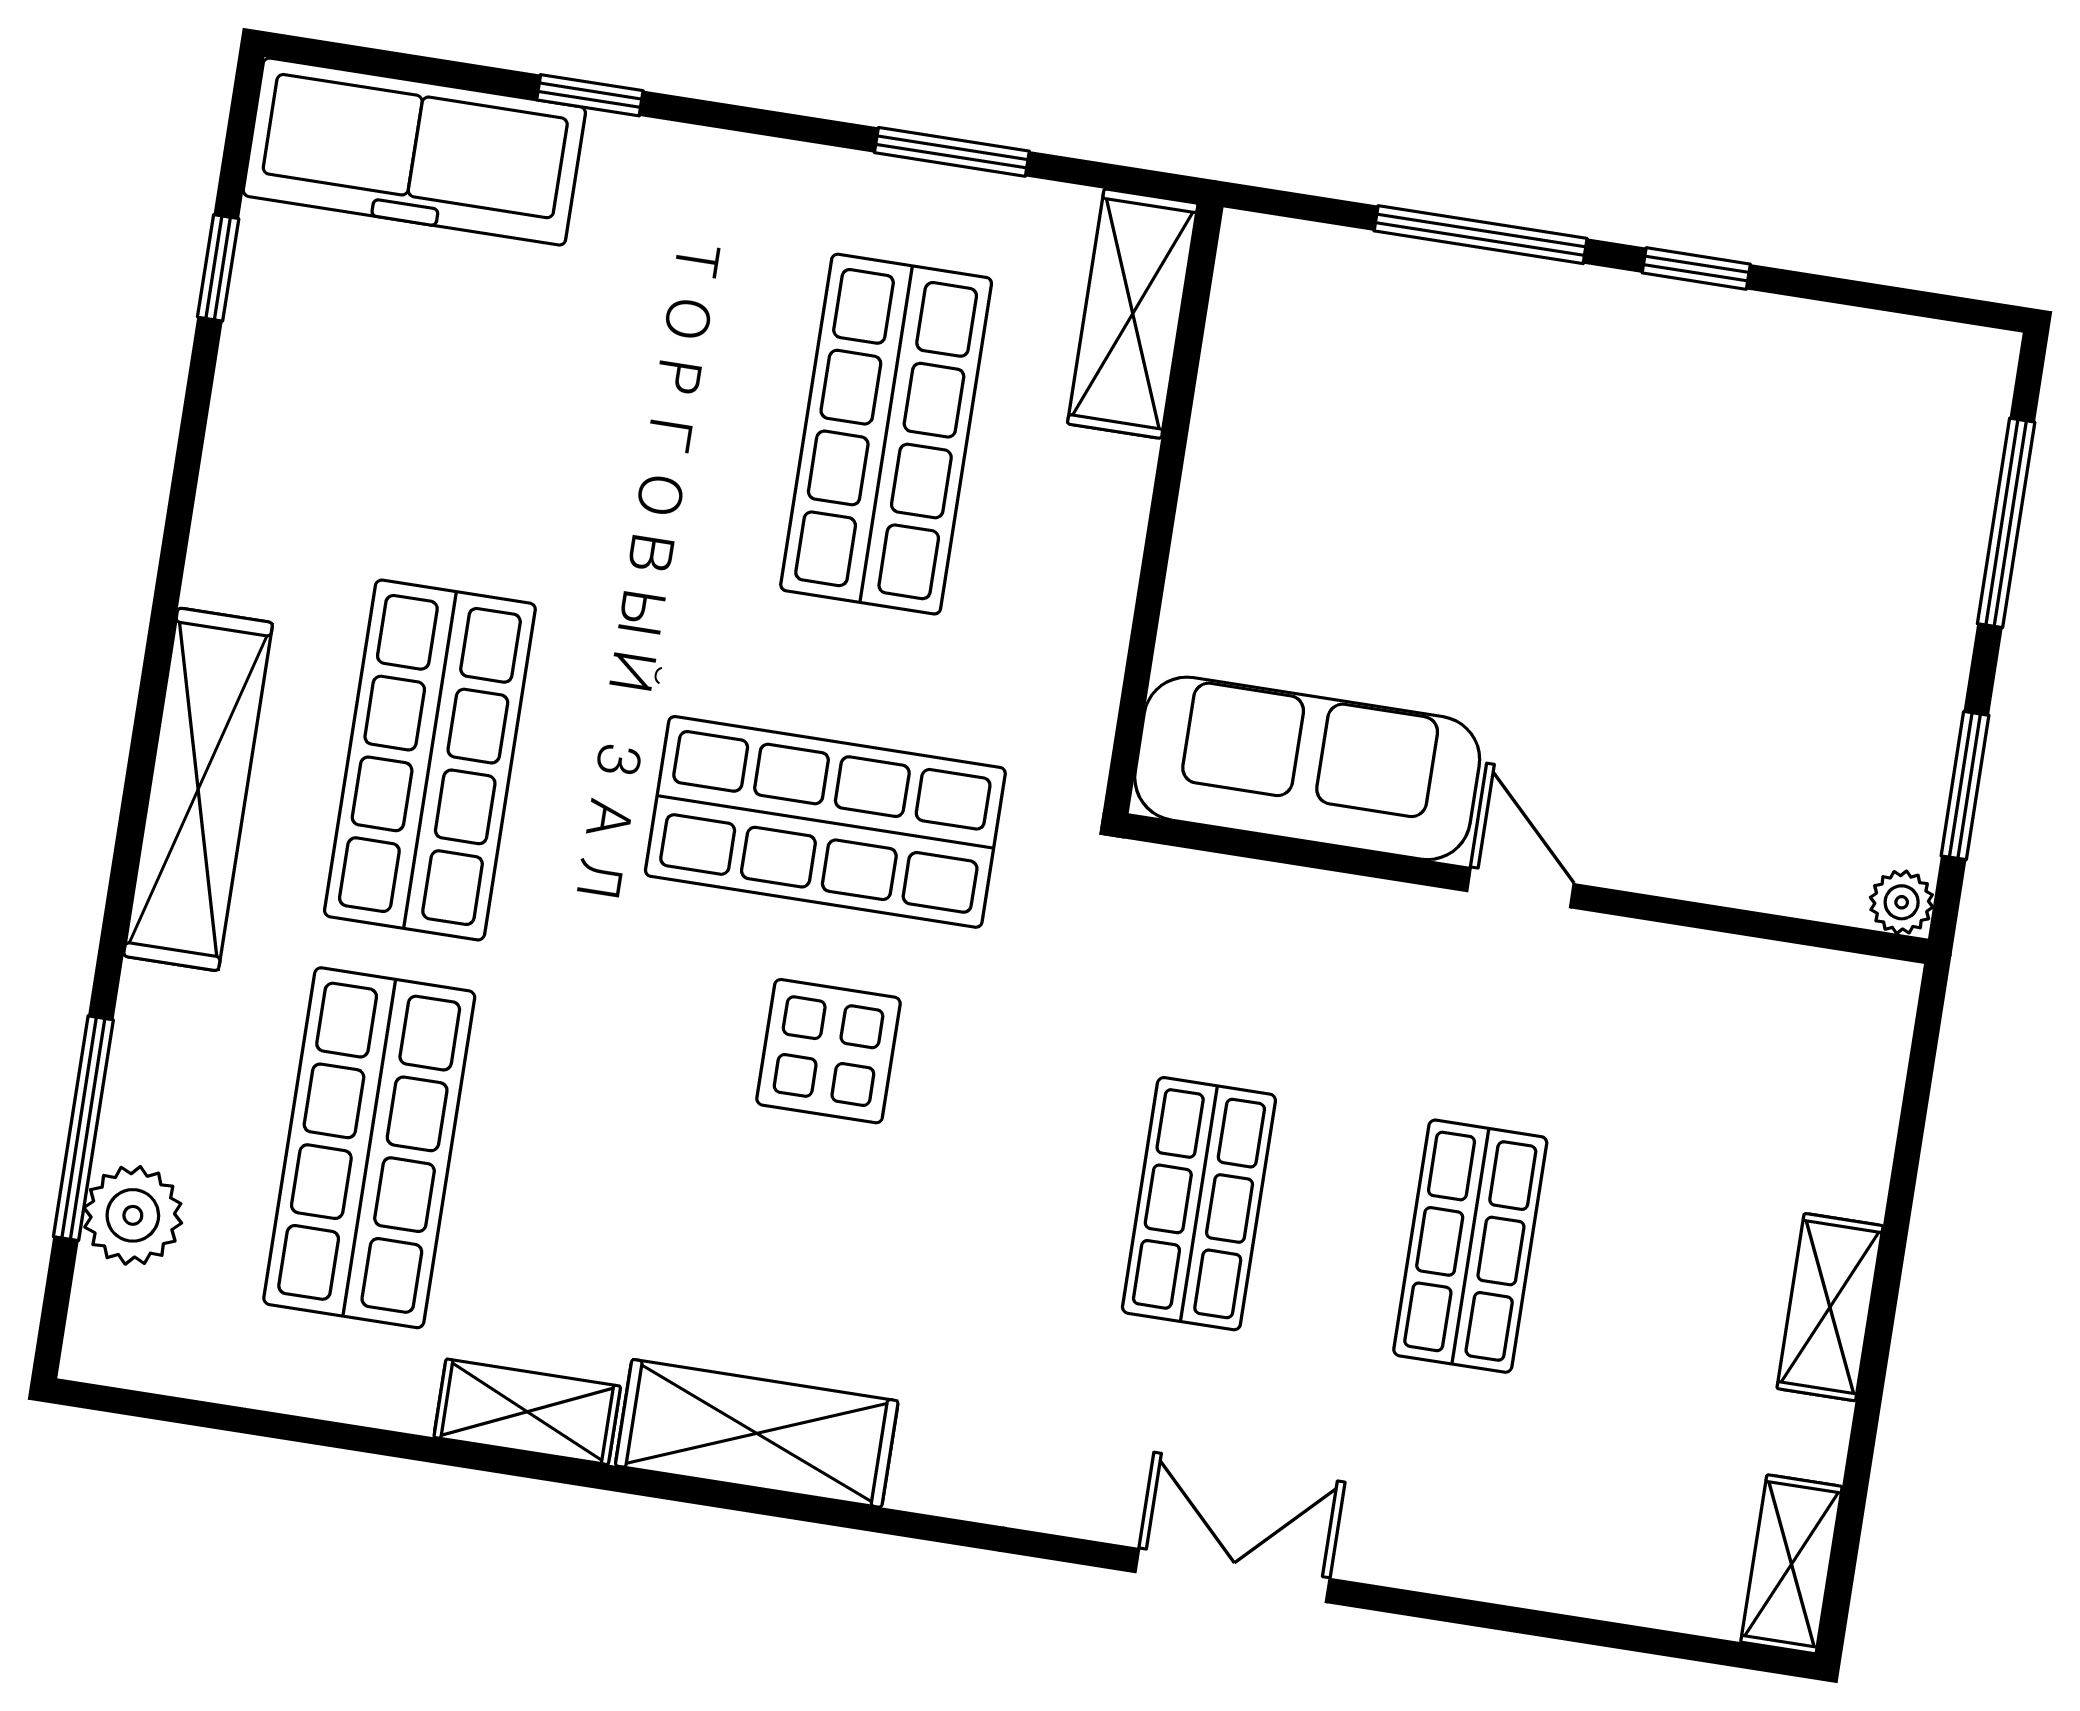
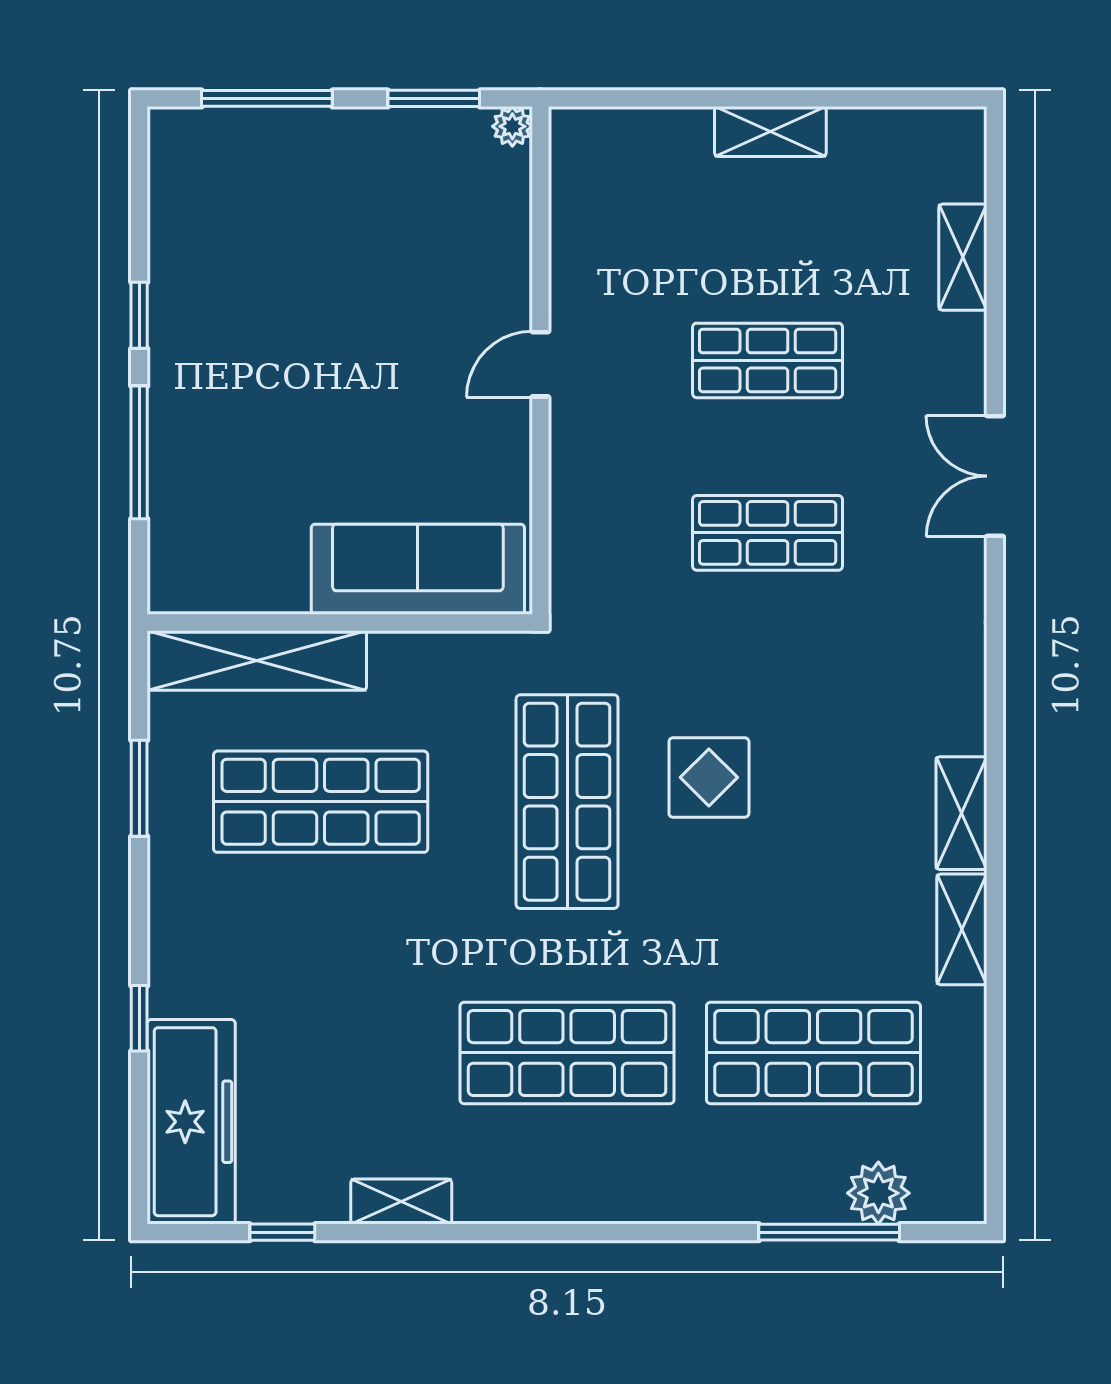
shelving: (1133, 314) -> (257, 660), width x1.47
sofa: (1307, 768) -> (418, 569), moved, turned 90
shelving: (198, 789) -> (401, 1201), moved, width x0.45, depth x0.75
shelving: (757, 1433) -> (961, 813), width x0.67, depth x0.75
shelving: (1791, 1564) -> (963, 257), moved, turned 90

